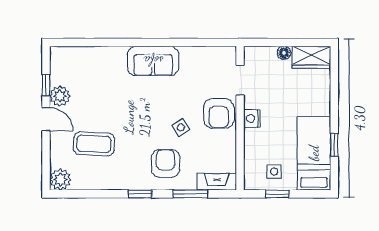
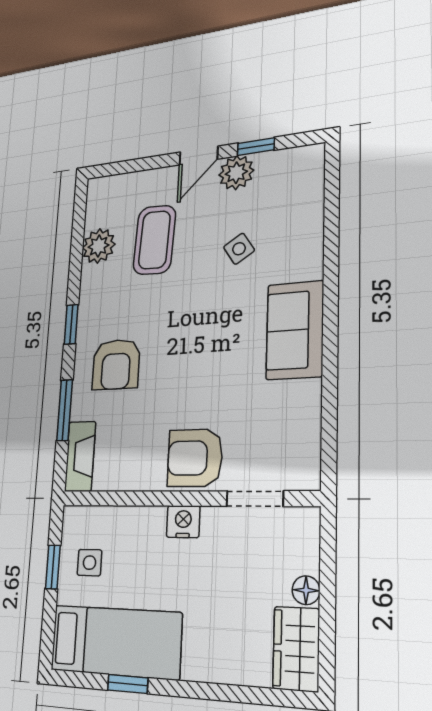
side table: (181, 127) -> (239, 249), moved
armchair: (165, 163) -> (116, 364), turned 90
plant: (60, 179) -> (99, 246), moved

